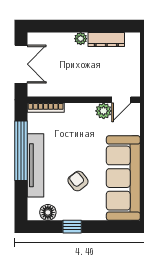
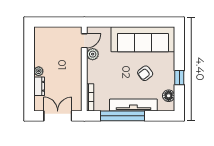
dresser: (106, 39) -> (39, 86), moved, width x0.70
door: (121, 100) -> (84, 41), hinge flipped

